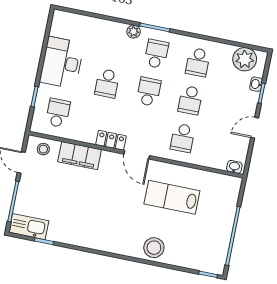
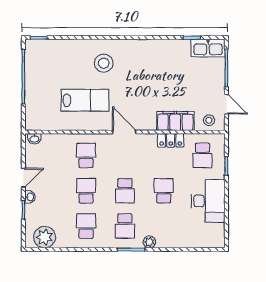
washbasin: (256, 84) -> (30, 197), moved
locker: (111, 140) -> (171, 140), moved
stool: (154, 248) -> (104, 63), moved

